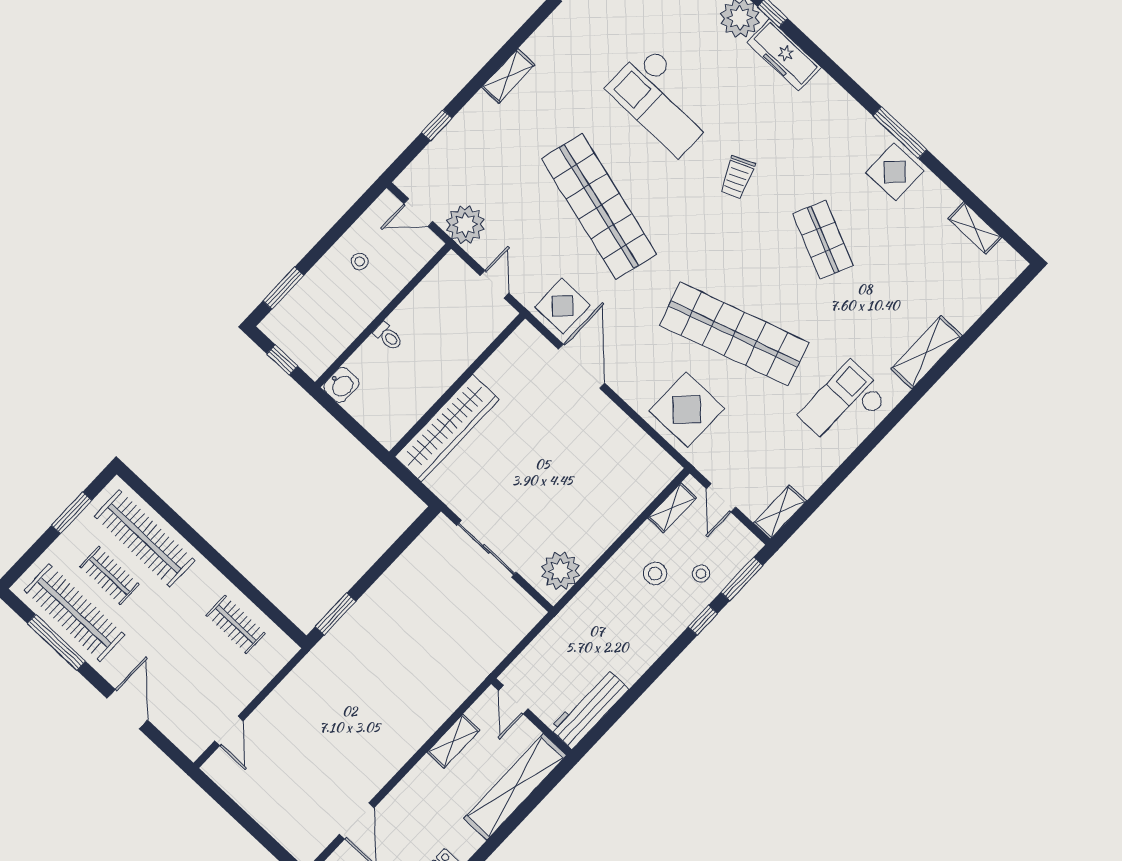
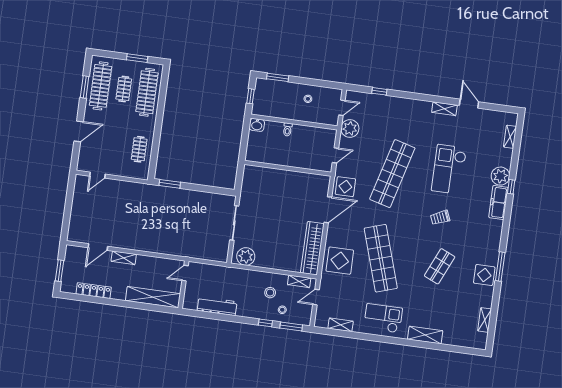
shelving: (508, 76) -> (444, 109), moved
door: (418, 213) -> (342, 108), swing flipped
wardrobe: (447, 428) -> (312, 248), moved, turned 90
shelving: (780, 512) -> (341, 325), moved
window: (56, 642) -> (85, 87), width x0.69
workbench: (589, 709) -> (217, 306), moved
shelving: (453, 741) -> (124, 258), moved

